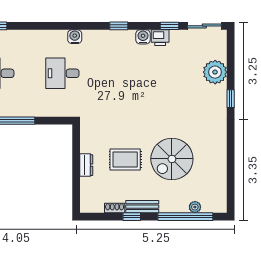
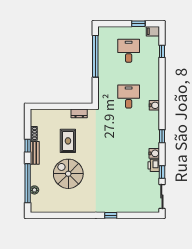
plant: (215, 72) -> (129, 204), removed
dresser: (86, 165) -> (79, 113), moved

